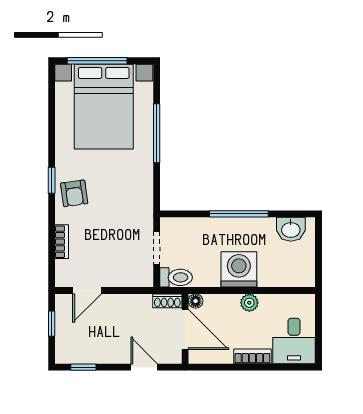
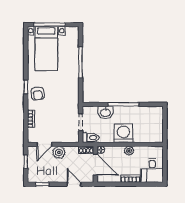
bed with nightstands: (104, 107) -> (46, 48), width x0.73
washbasin: (291, 229) -> (105, 112), moved
plant: (115, 306) -> (59, 152), added

